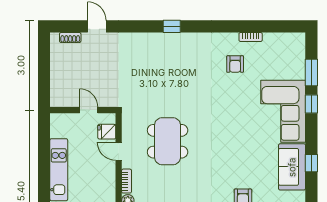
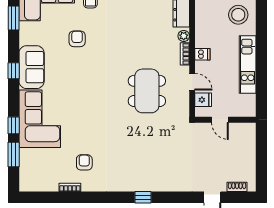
dishwasher: (108, 181) -> (202, 54), added

